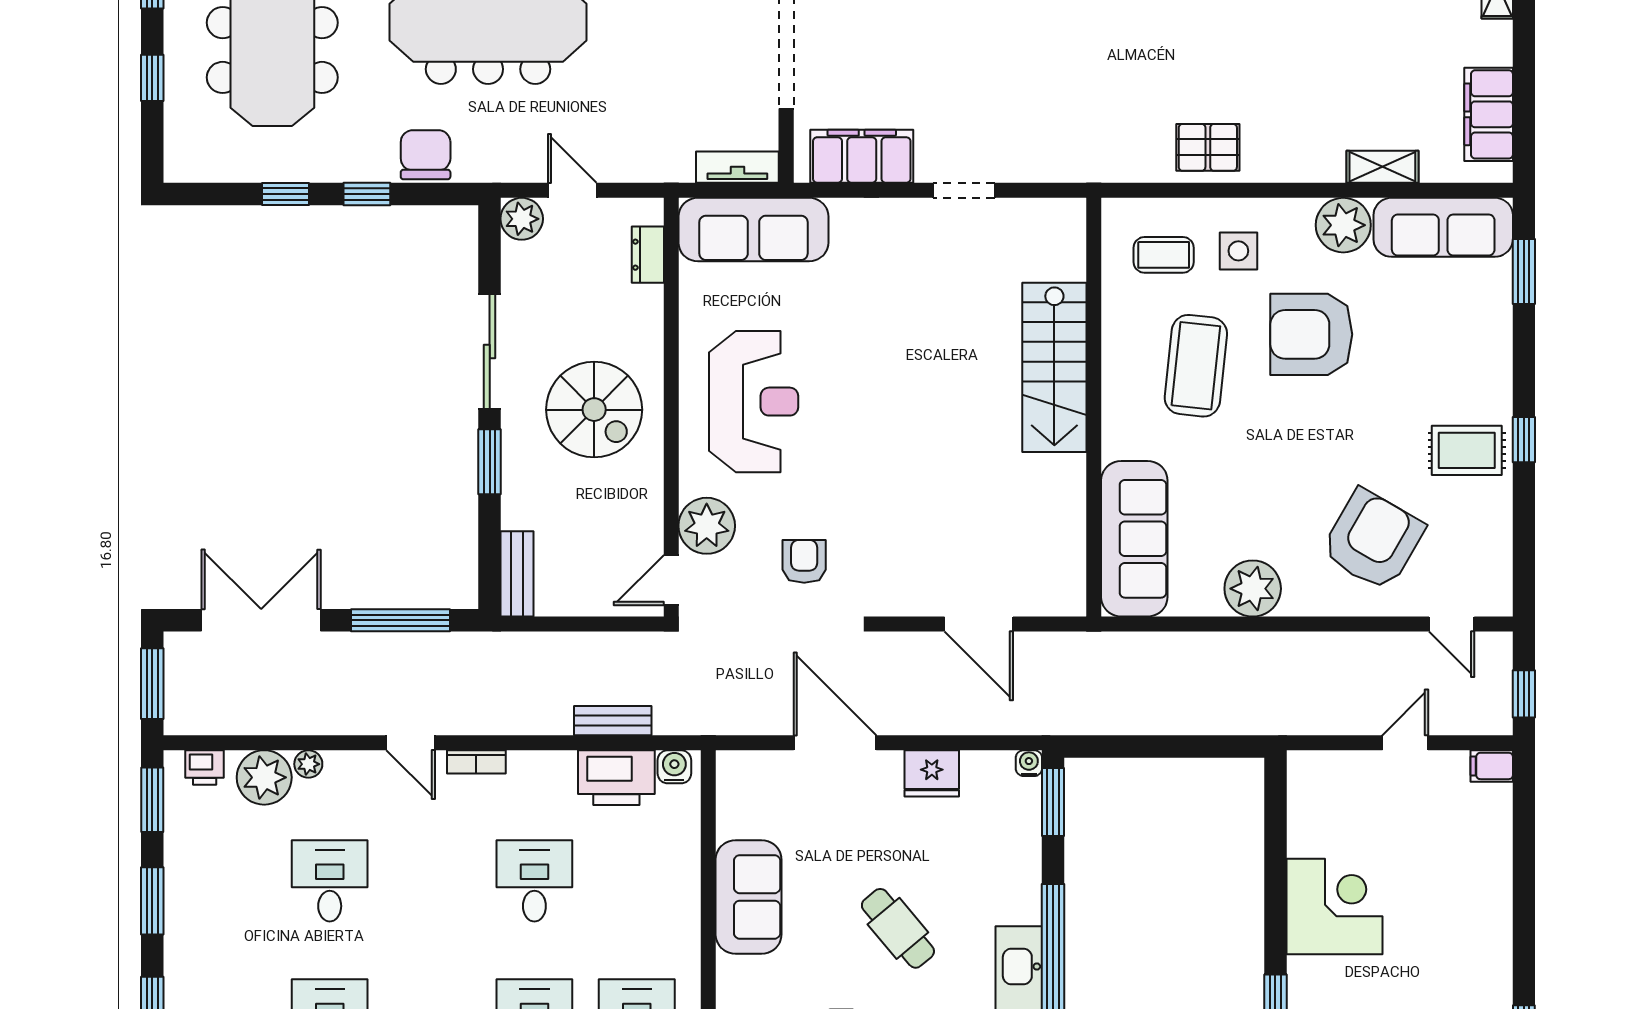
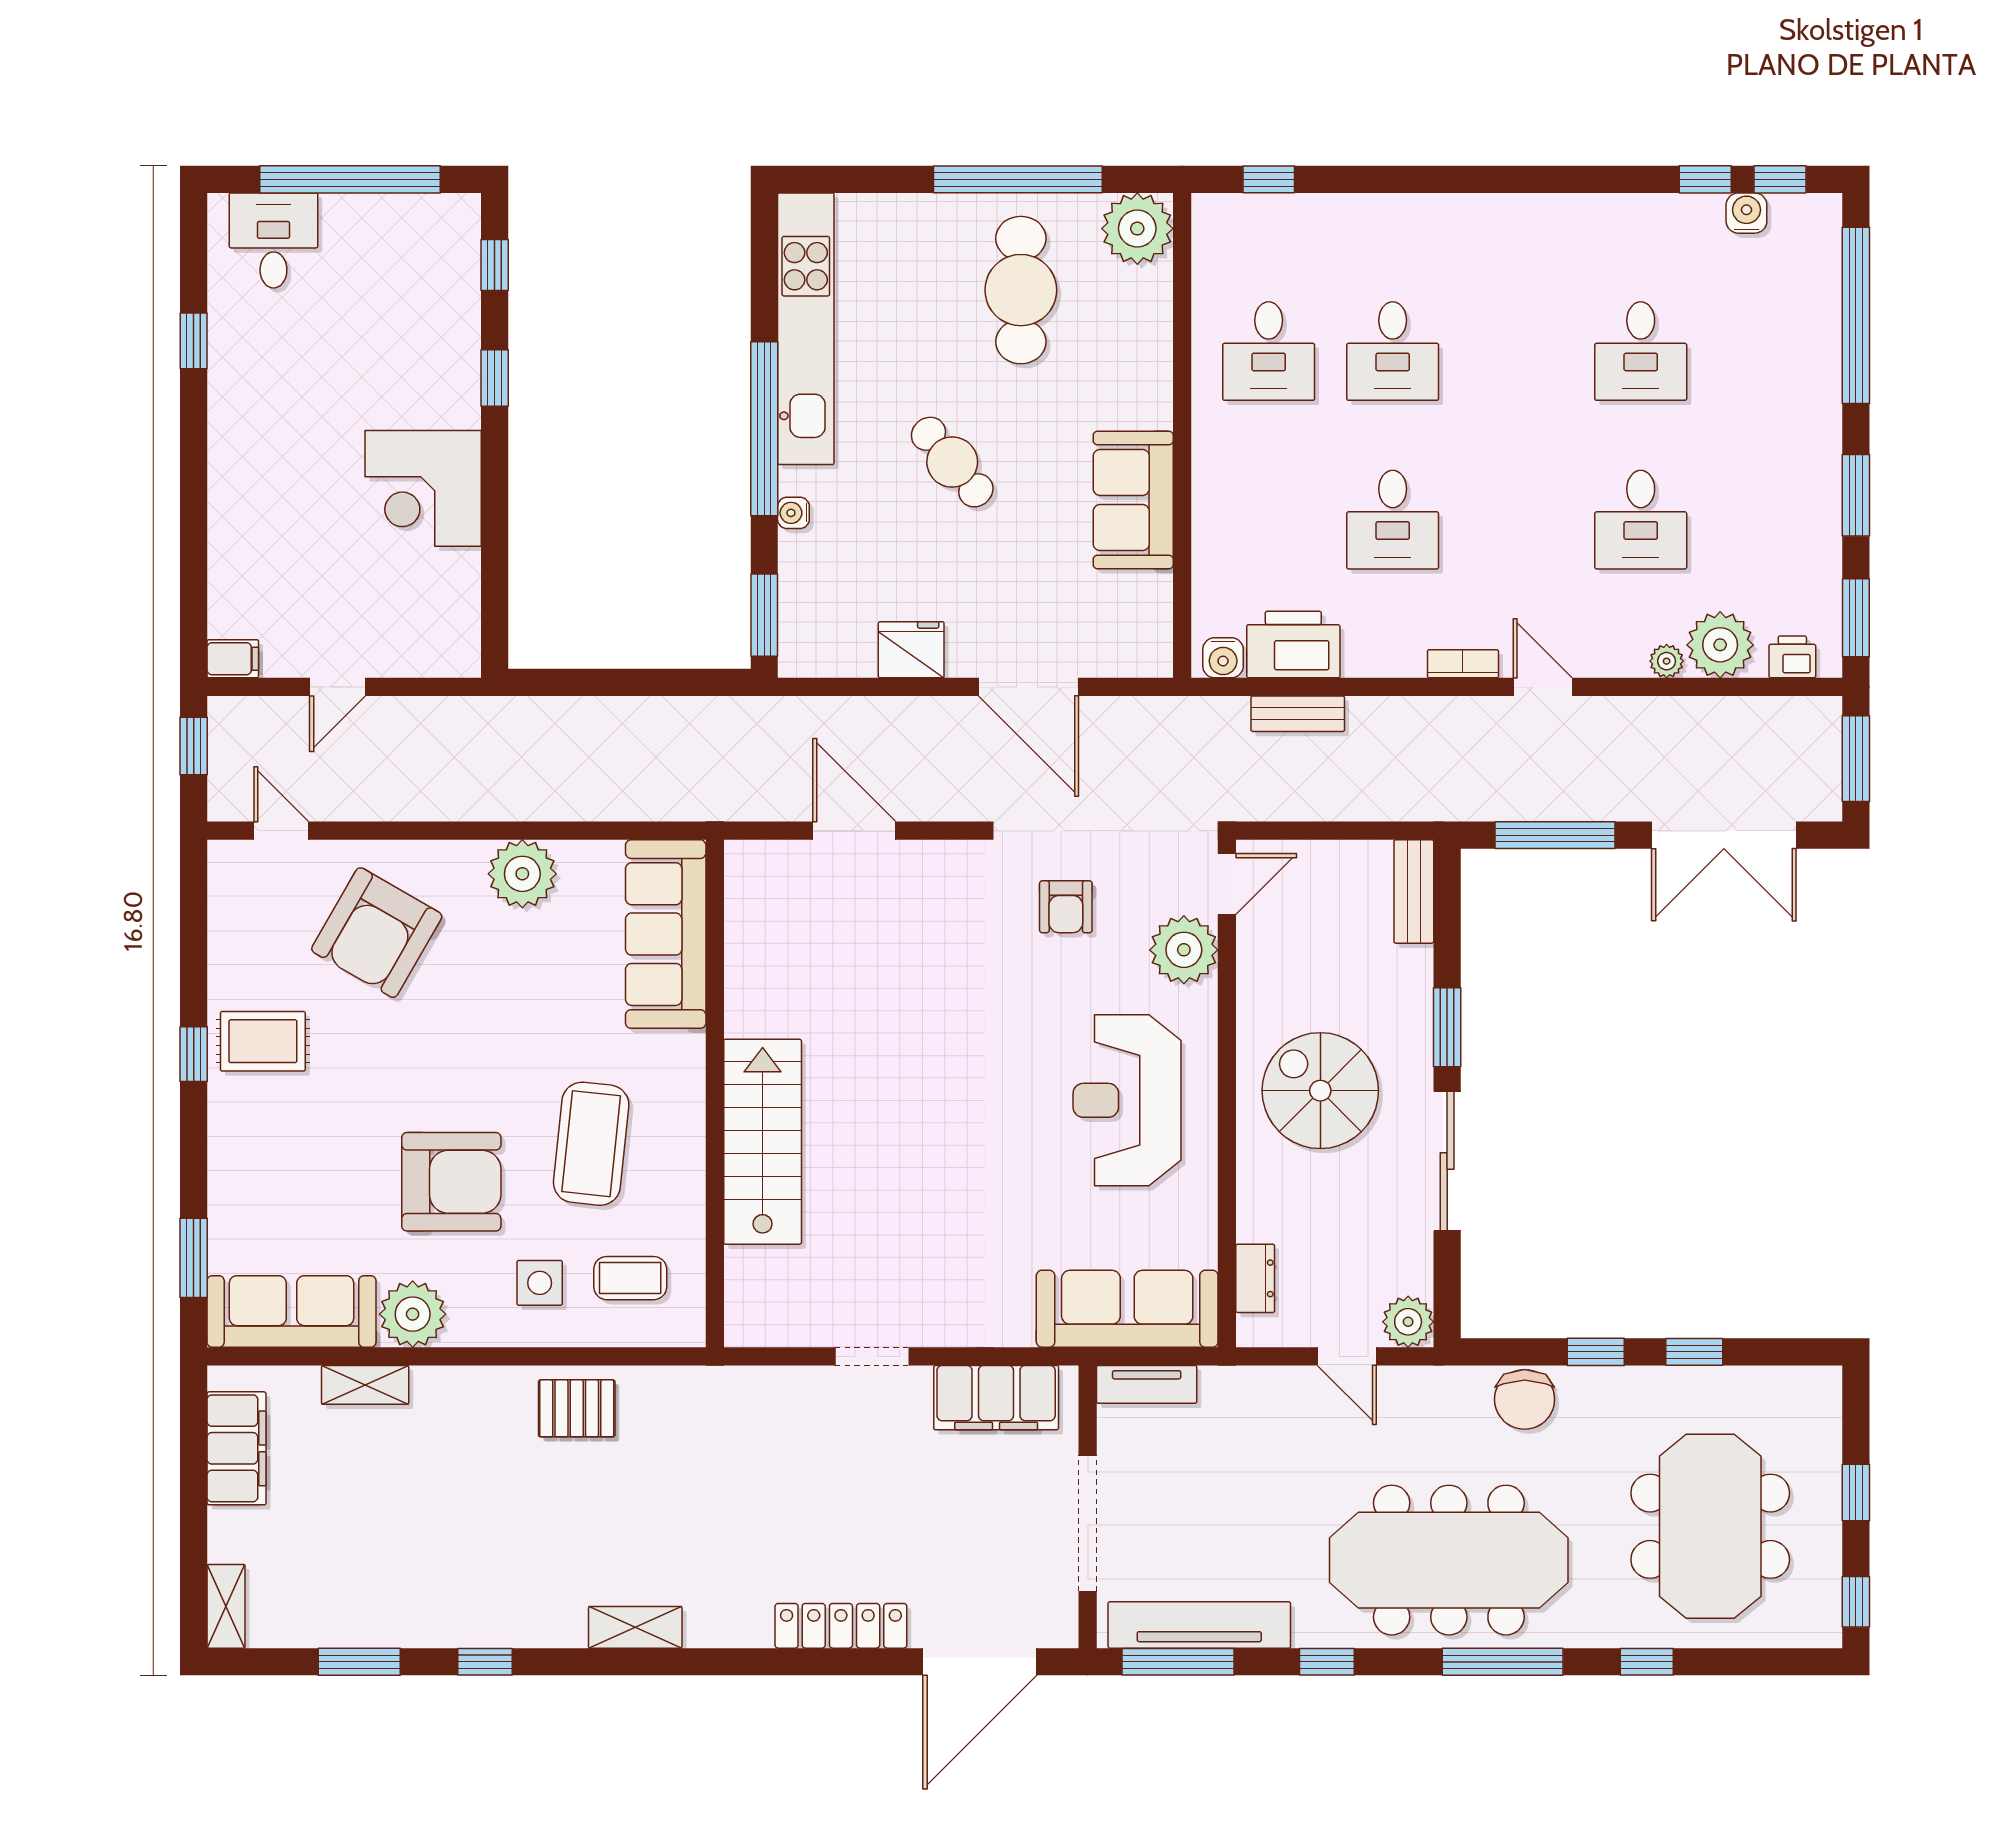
water cooler: (1029, 763) -> (793, 513), moved, turned 90

